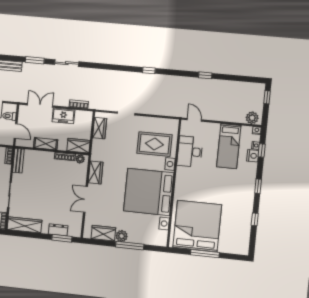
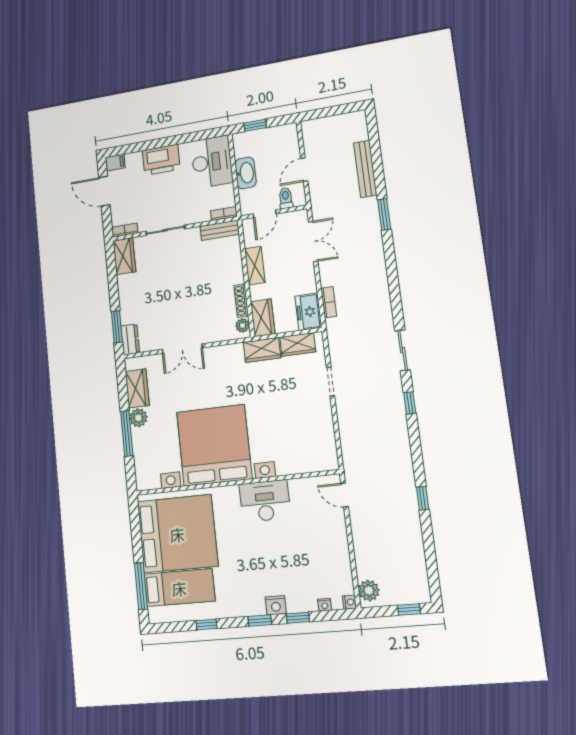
sliding door: (67, 63) -> (403, 350), moved
freezer: (63, 116) -> (308, 312), moved
door: (194, 120) -> (345, 495), swing flipped
rug: (154, 144) -> (291, 438), removed
bed: (229, 146) -> (179, 588), moved, turned 180
window: (262, 150) -> (298, 618), moved
desk: (190, 152) -> (265, 501), moved
nightstand: (253, 156) -> (276, 605), moved
wardrobe: (96, 172) -> (262, 350), moved
double door: (85, 199) -> (182, 349), swing flipped
wardrobe: (24, 225) -> (124, 256), width x0.67
dresser: (58, 230) -> (130, 339), moved
window: (205, 254) -> (141, 586), moved

